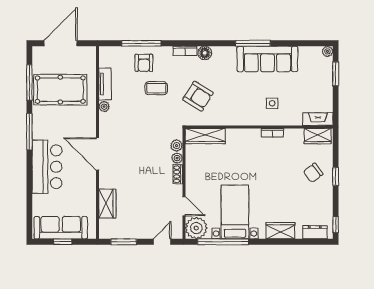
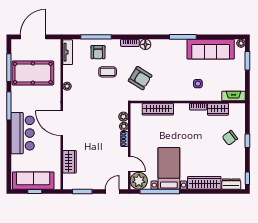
sofa: (267, 59) -> (211, 49), moved
tv unit: (105, 84) -> (68, 52), moved
wardrobe: (205, 136) -> (158, 109), moved
wardrobe: (318, 136) -> (218, 109), moved
wardrobe: (280, 231) -> (204, 183), width x1.50

